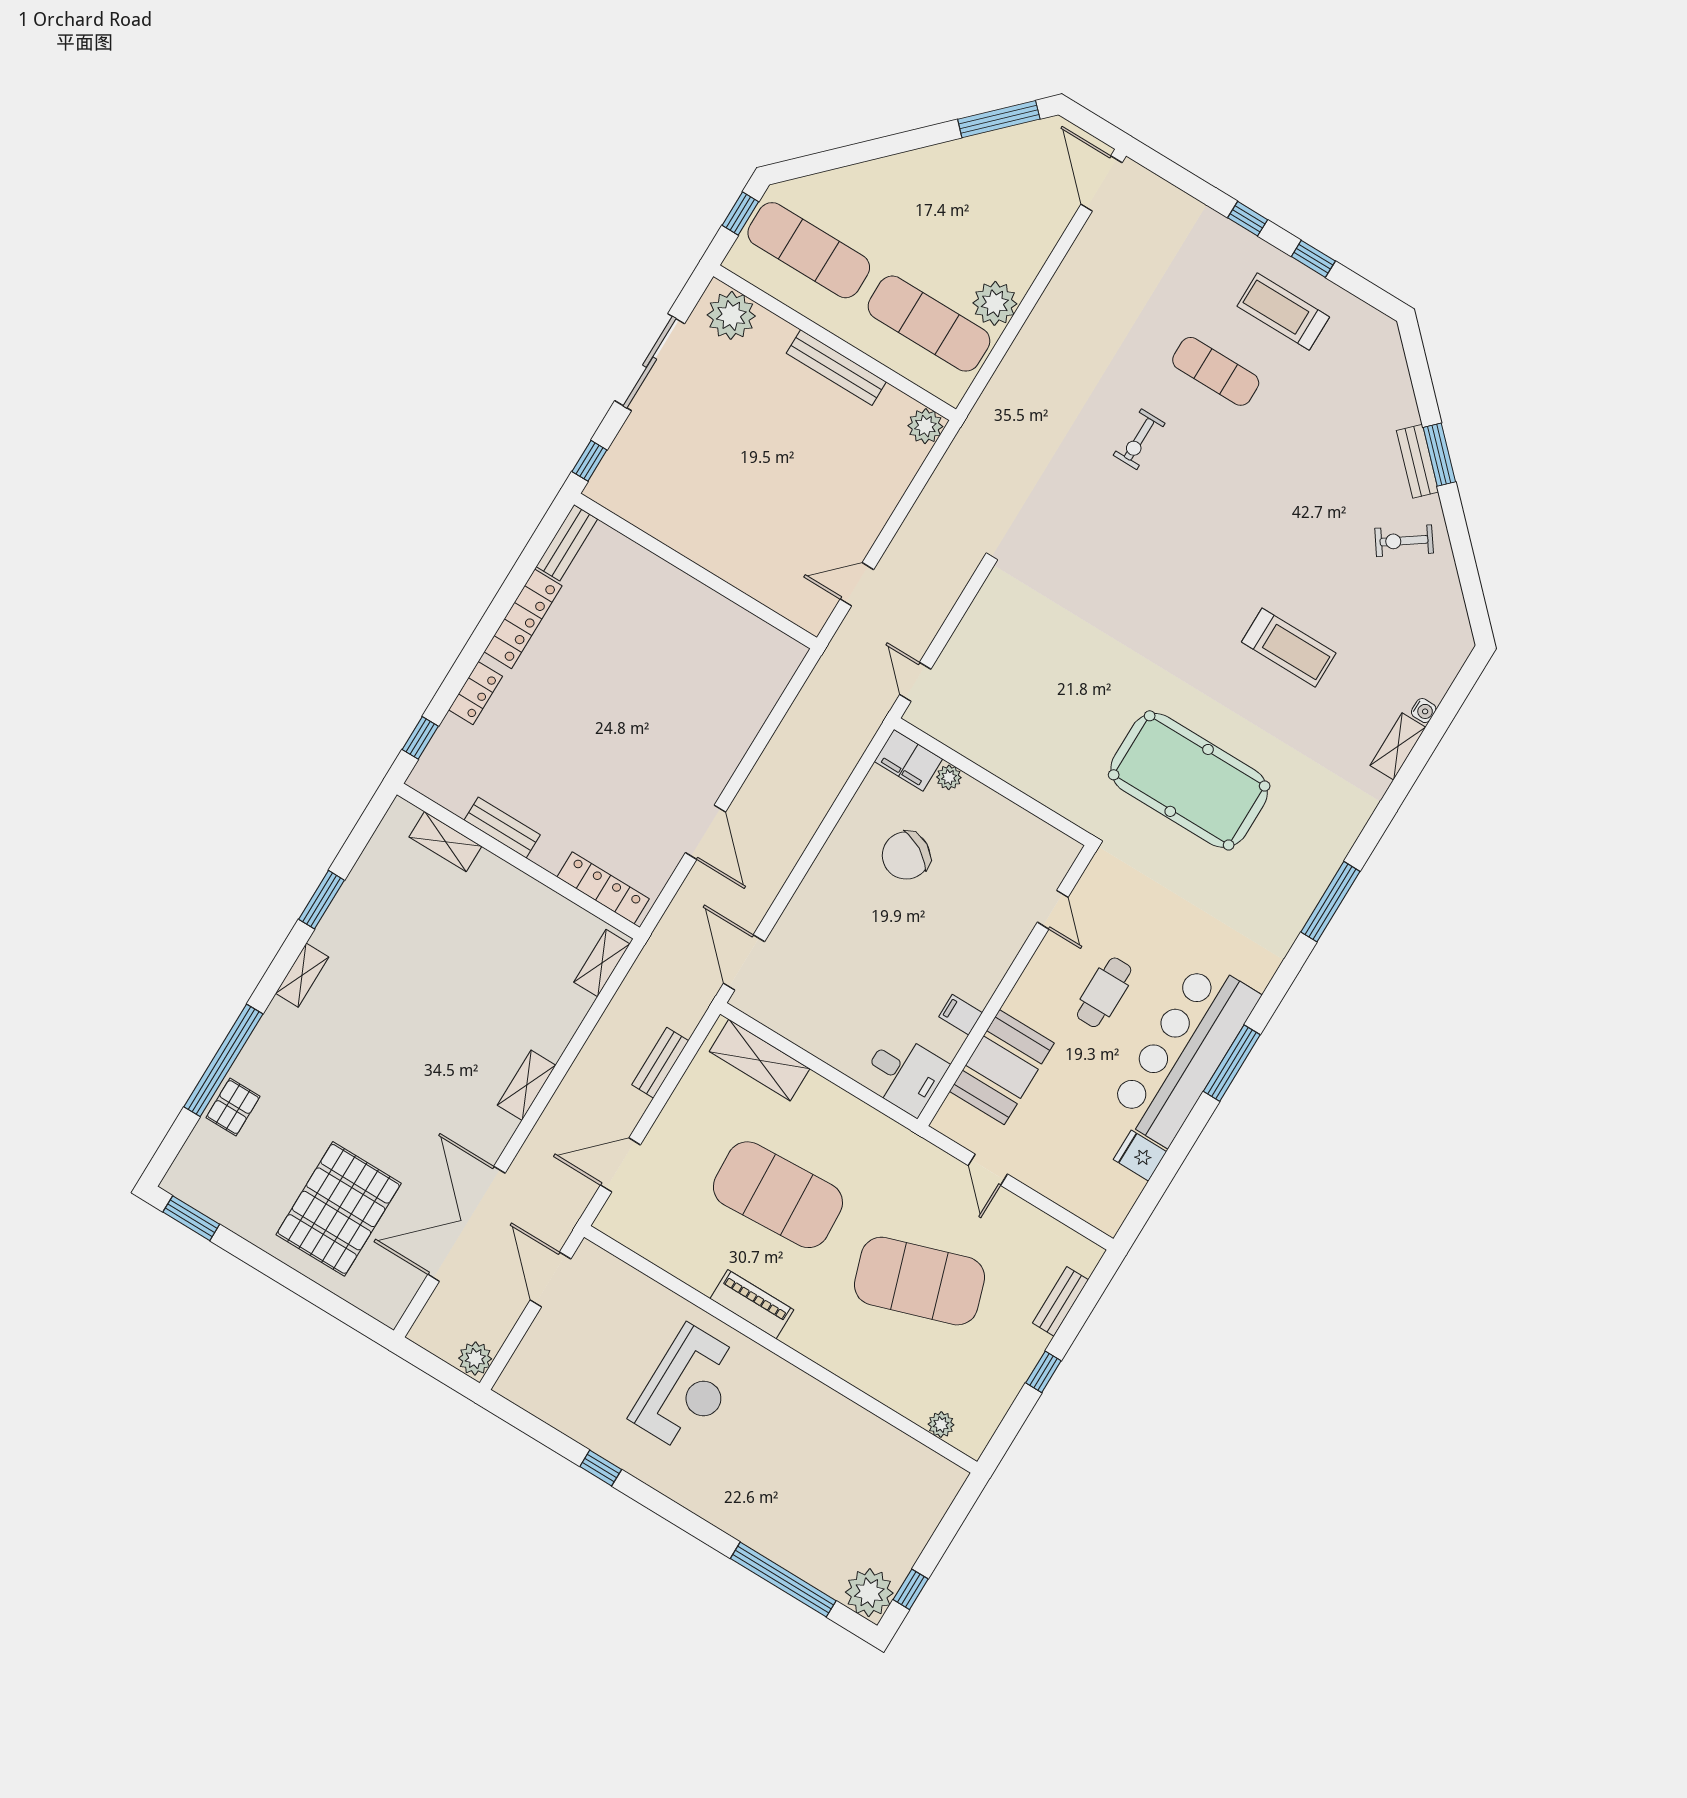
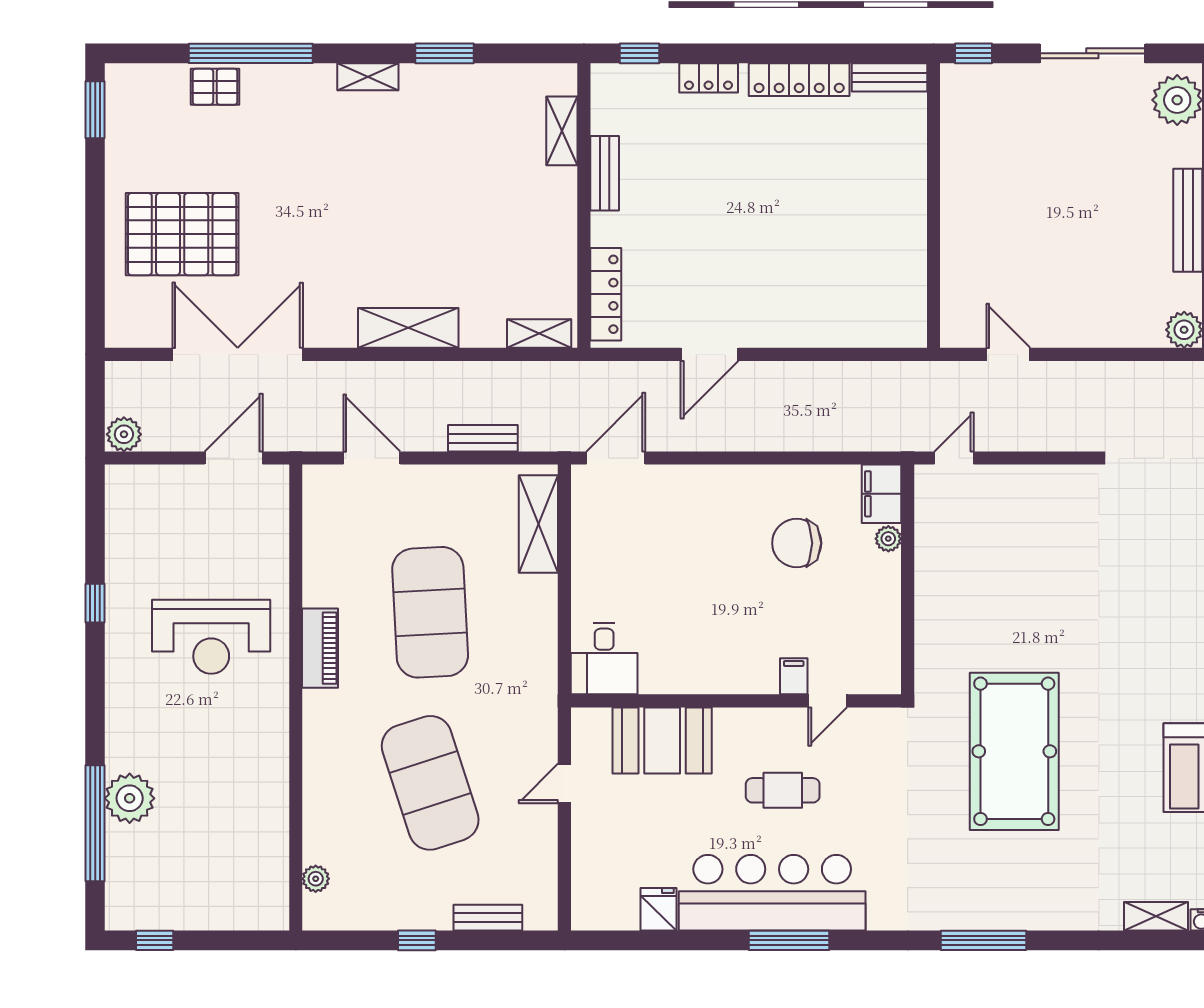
chair: (906, 855) -> (797, 543), turned -30
filing cabinet: (961, 1015) -> (794, 676), moved
shelving: (527, 1085) -> (408, 328), width x1.50, depth x1.33
plant: (869, 1593) -> (130, 798), moved

